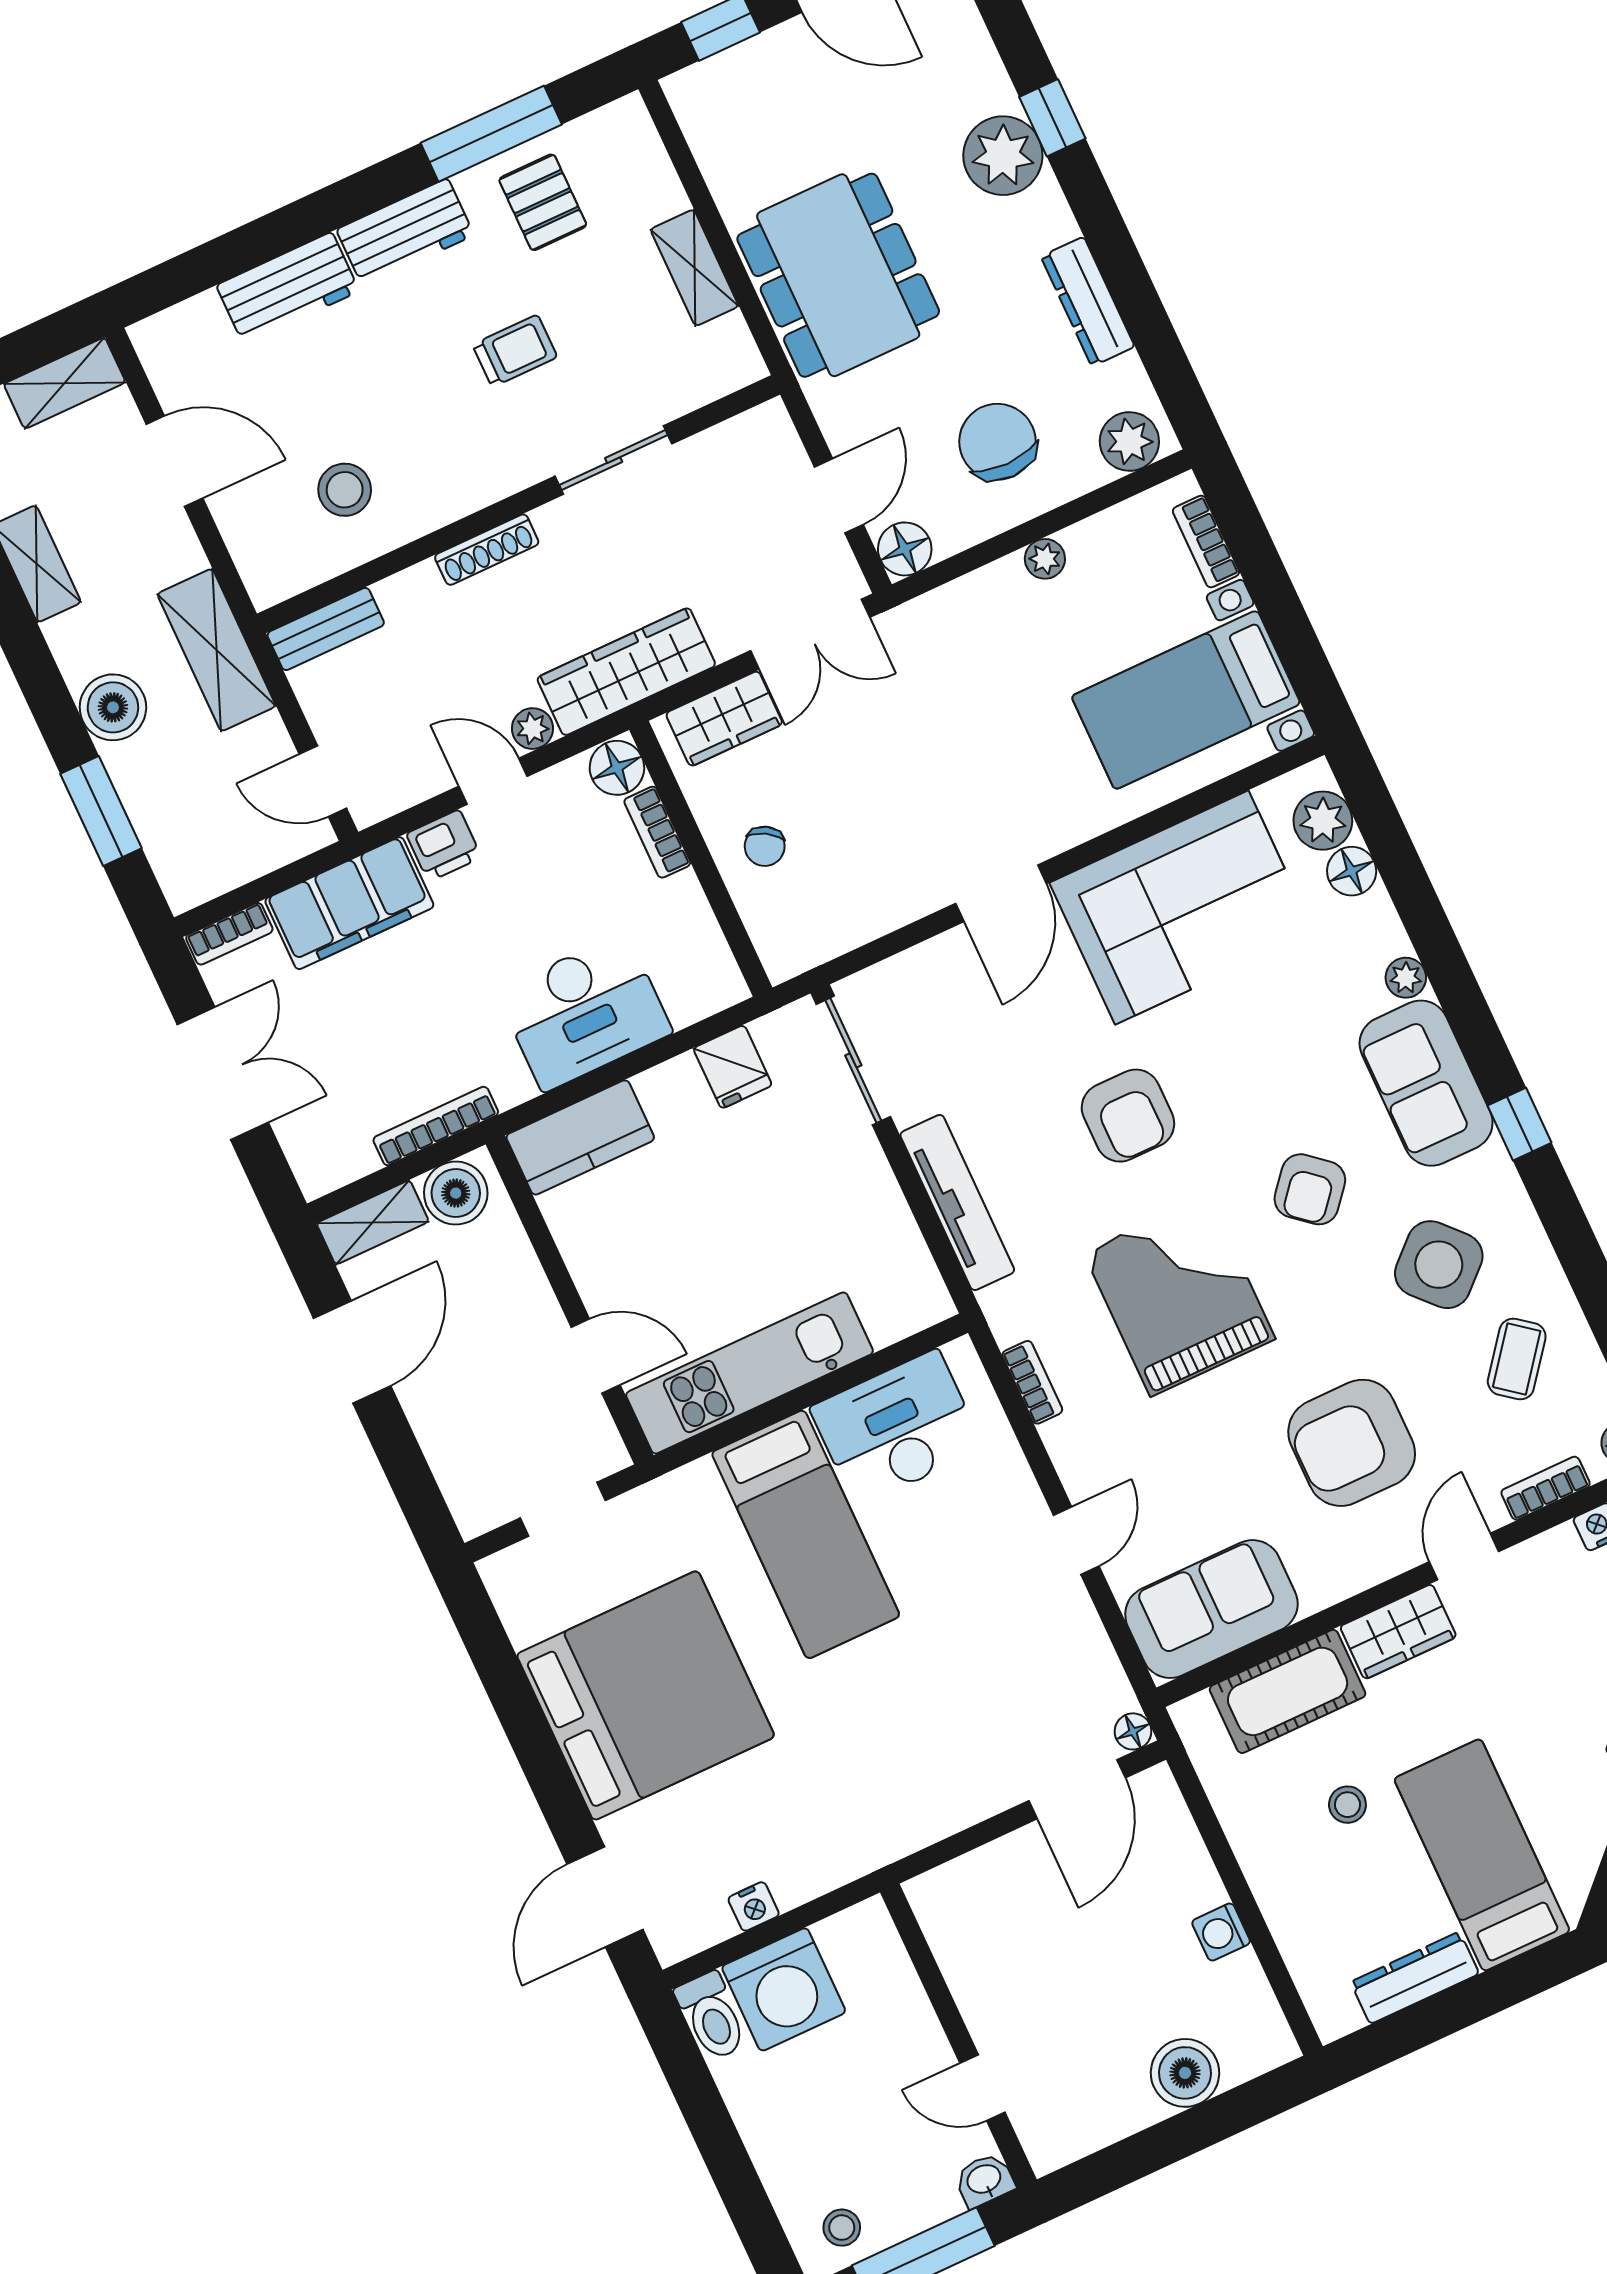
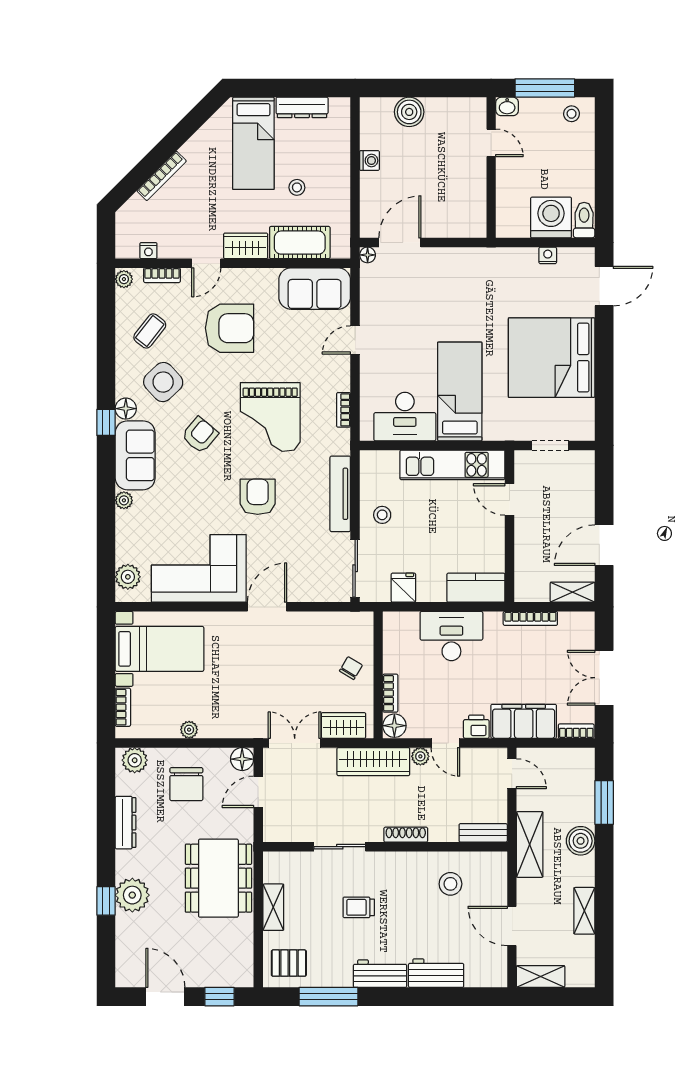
pallet: (543, 202) -> (289, 963), moved, turned 90
floor lamp: (1352, 871) -> (126, 409), moved
boiler: (456, 1193) -> (535, 589), removed
stool: (848, 1199) -> (382, 515), added

